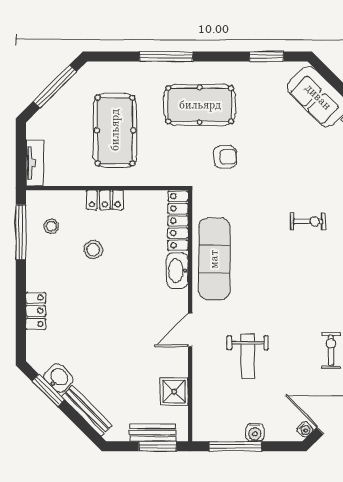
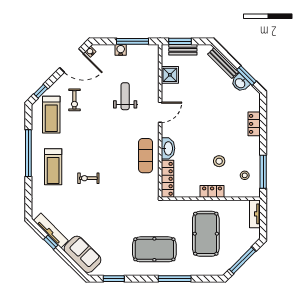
armchair: (225, 157) -> (139, 218), removed
exercise mat: (214, 259) -> (145, 156), width x0.73, depth x0.69

